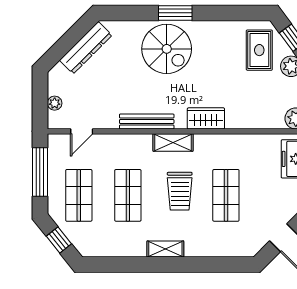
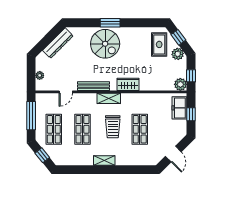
door: (82, 131) -> (66, 92), moved

